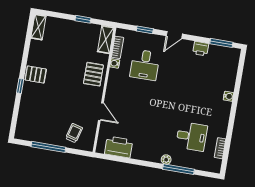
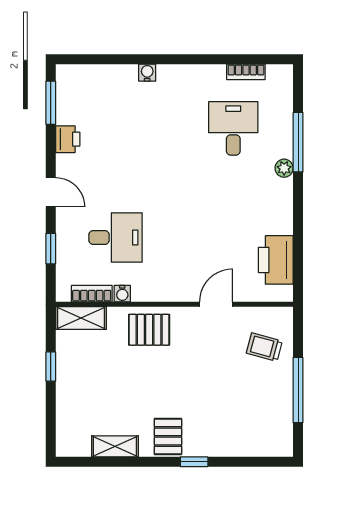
shelving: (38, 27) -> (115, 446), moved

